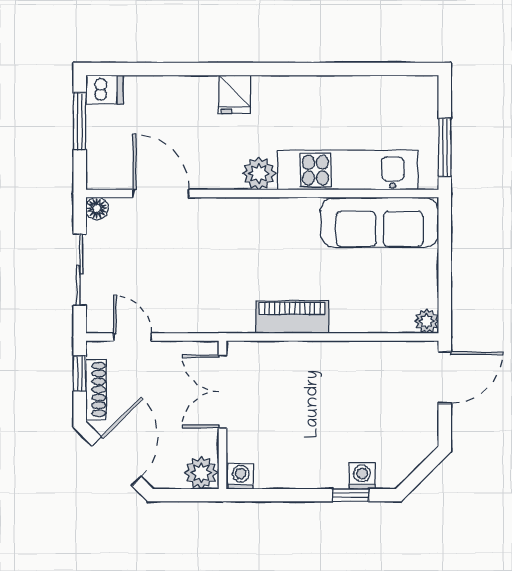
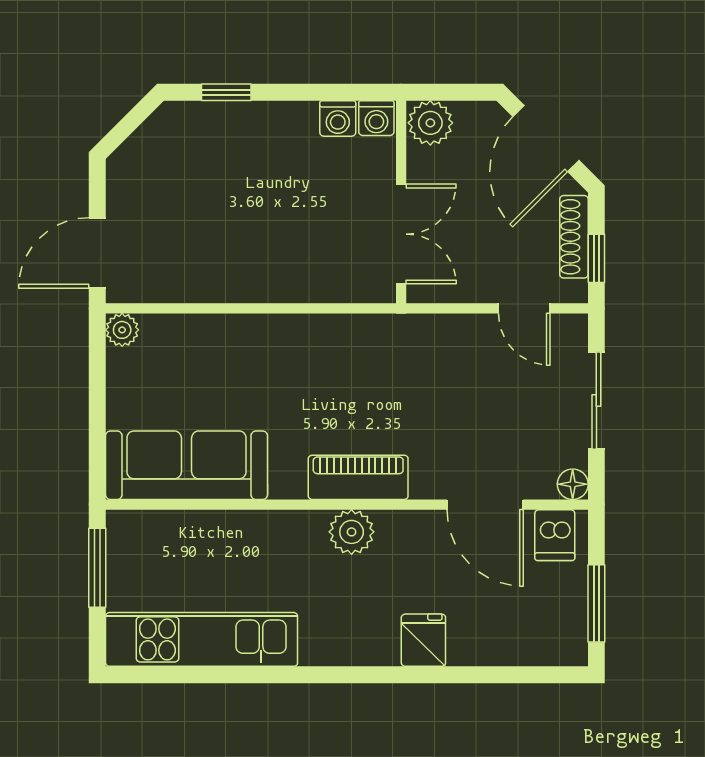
dishwasher: (104, 90) -> (555, 535), moved, turned -90
fridge: (235, 94) -> (423, 640), moved
kitchen unit: (348, 170) -> (202, 639), moved, turned 180
piano: (292, 317) -> (358, 477), moved, turned 180
washing machine: (362, 476) -> (338, 118), moved

